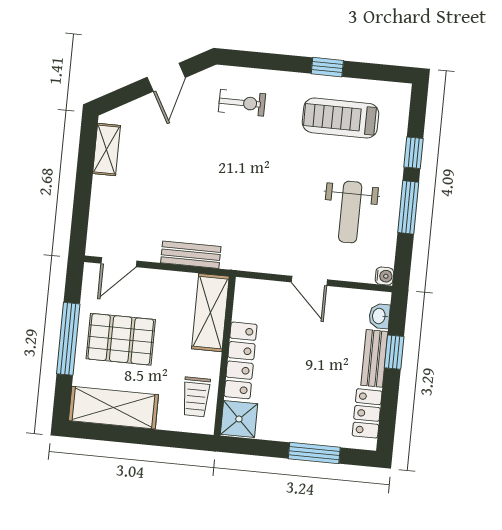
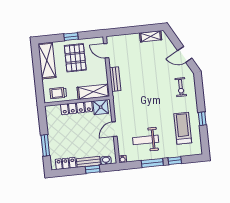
window: (68, 339) -> (71, 37), width x0.46
shower: (239, 419) -> (101, 107), moved

